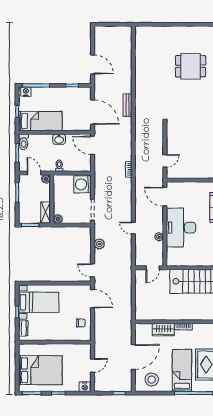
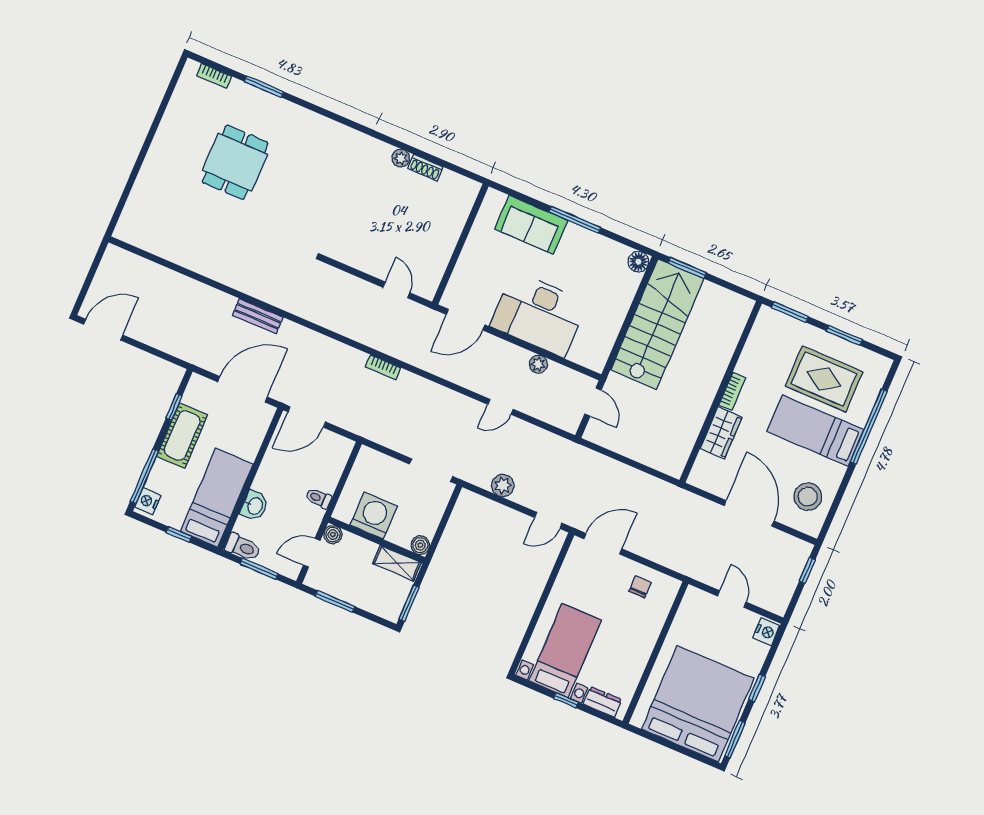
door: (93, 64) -> (103, 330), moved
cot: (61, 94) -> (182, 435), added
washbasin: (59, 139) -> (254, 506), moved
washing machine: (82, 184) -> (374, 516), moved, turned 180
bed: (40, 370) -> (698, 704), width x1.36

